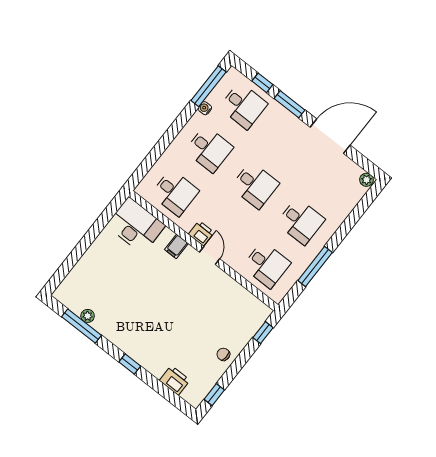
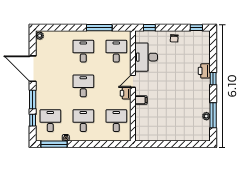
desk: (136, 225) -> (146, 57), moved
printer: (175, 380) -> (204, 71), moved

